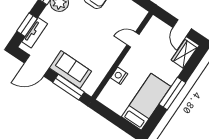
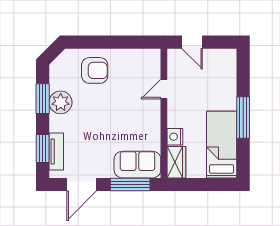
door: (182, 28) -> (192, 42), moved
wardrobe: (184, 54) -> (176, 162), moved, turned 180
sofa: (70, 70) -> (137, 165), moved

